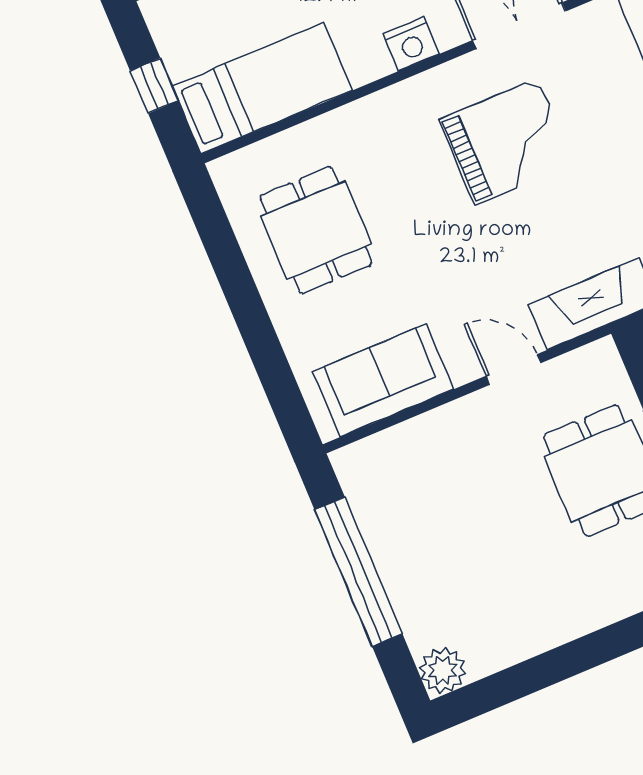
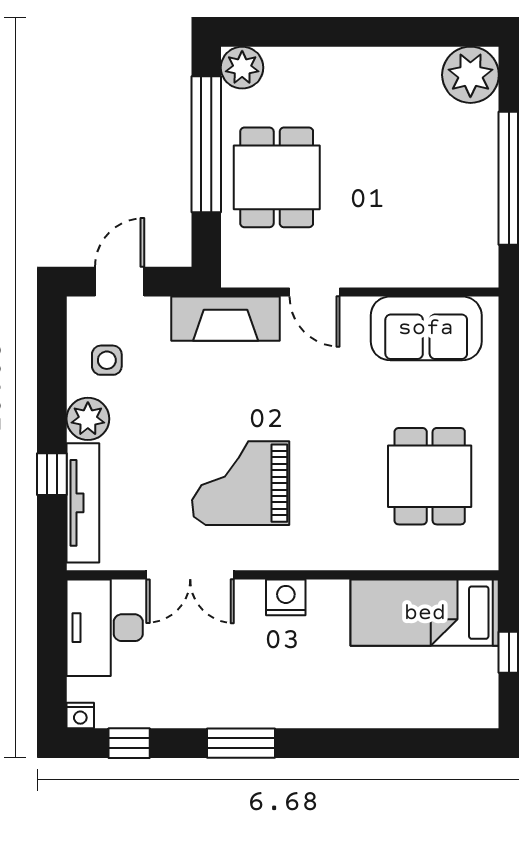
plant: (443, 670) -> (470, 75), width x1.36, depth x1.36

